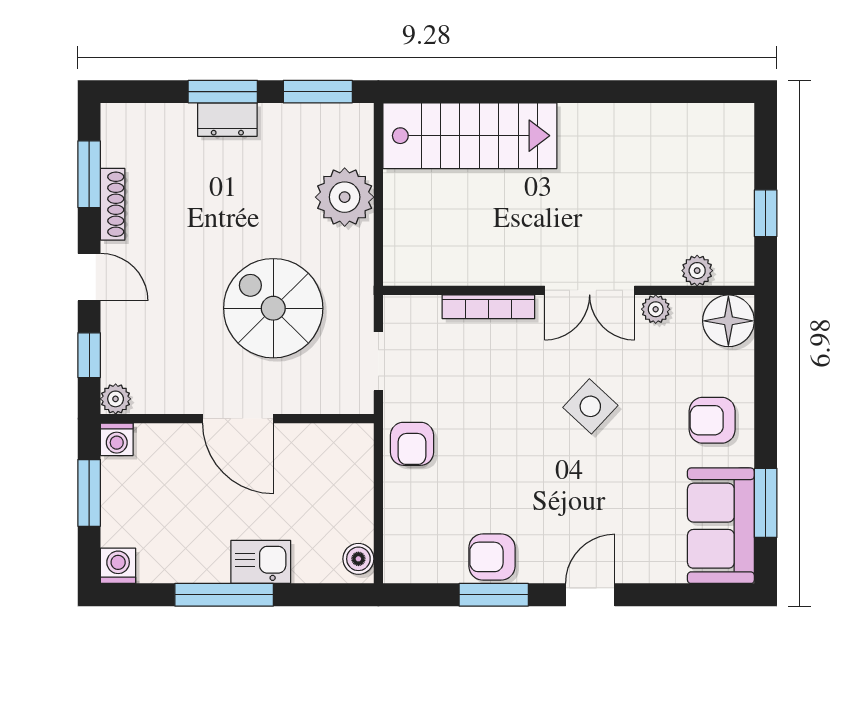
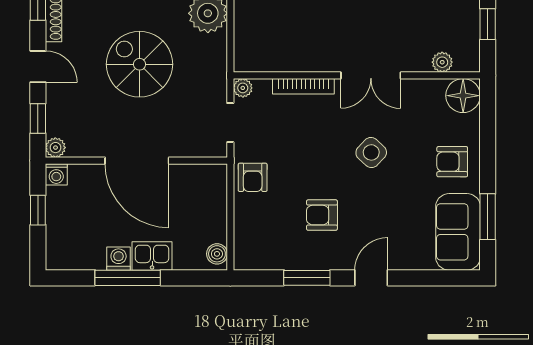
spiral stairs: (273, 308) -> (140, 64), moved
plant: (656, 309) -> (243, 88), moved
door: (238, 419) -> (137, 161), width x1.36
window: (89, 493) -> (38, 210), width x0.67
armchair: (492, 557) -> (322, 215), moved
washing machine: (118, 566) -> (119, 259), moved

